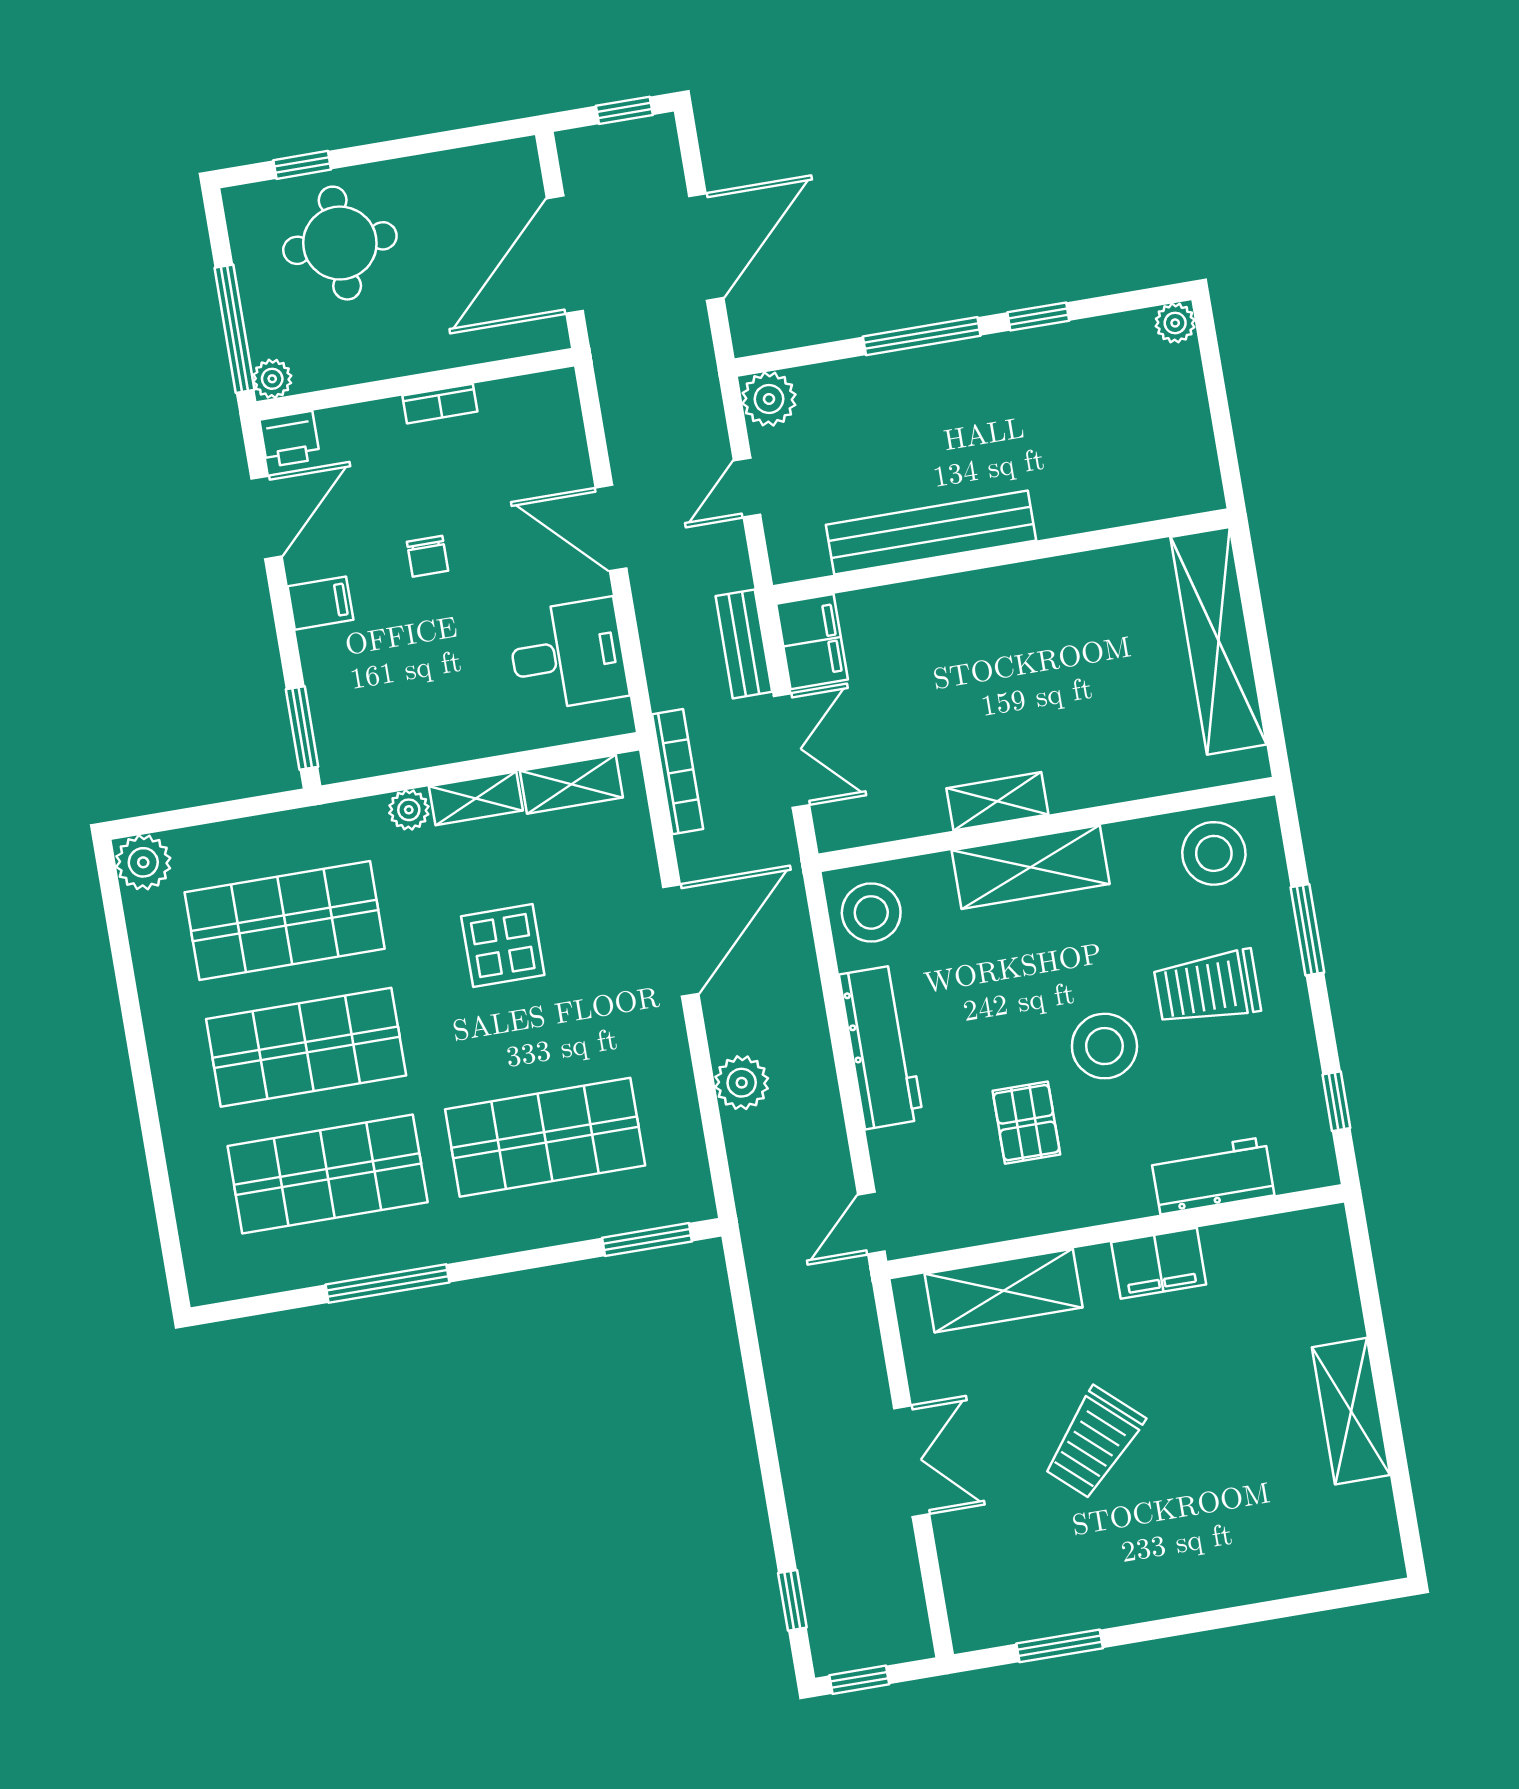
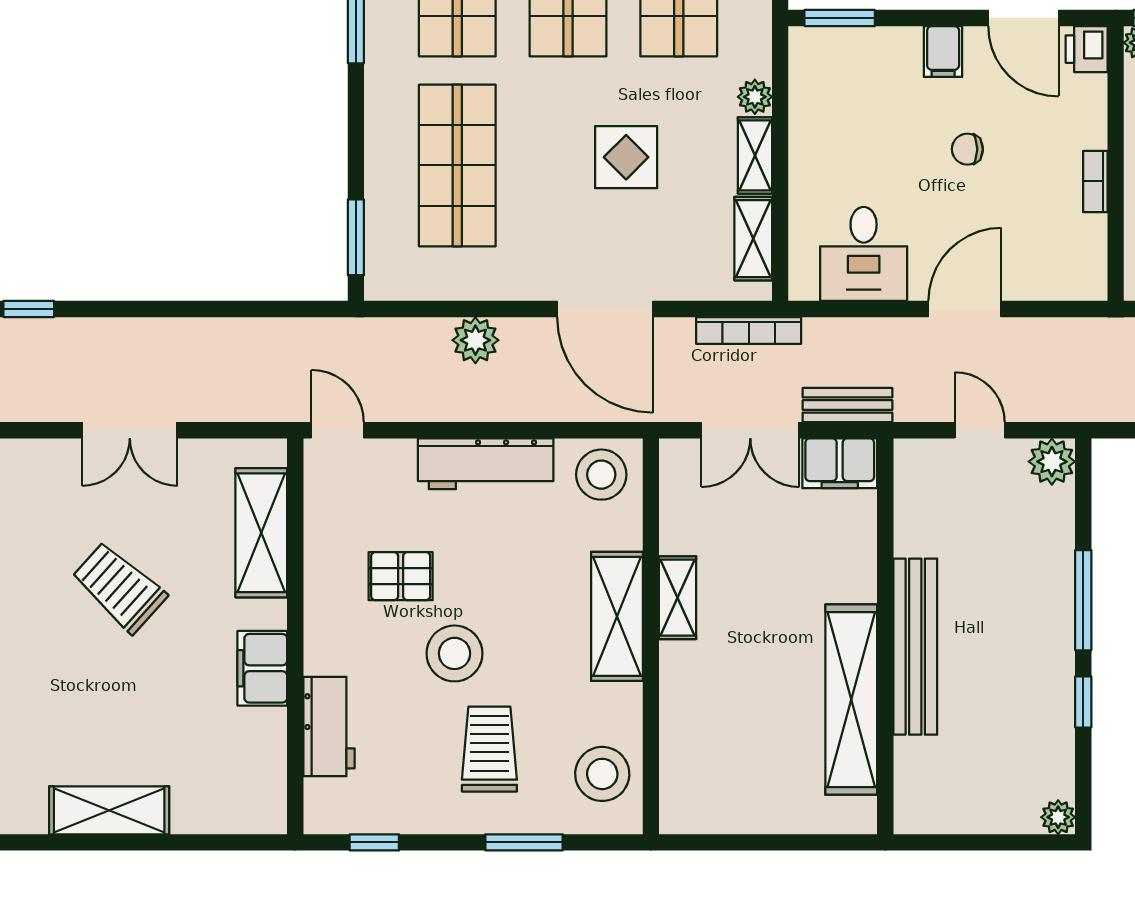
bench: (931, 533) -> (915, 647), moved
shelving: (1218, 641) -> (851, 700), moved, turned 90

